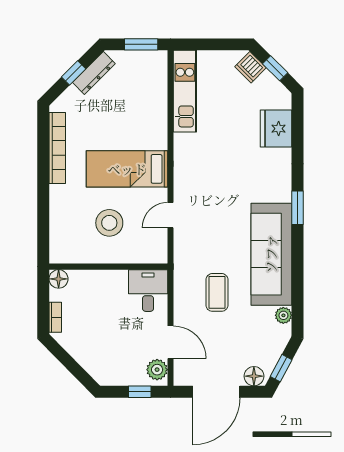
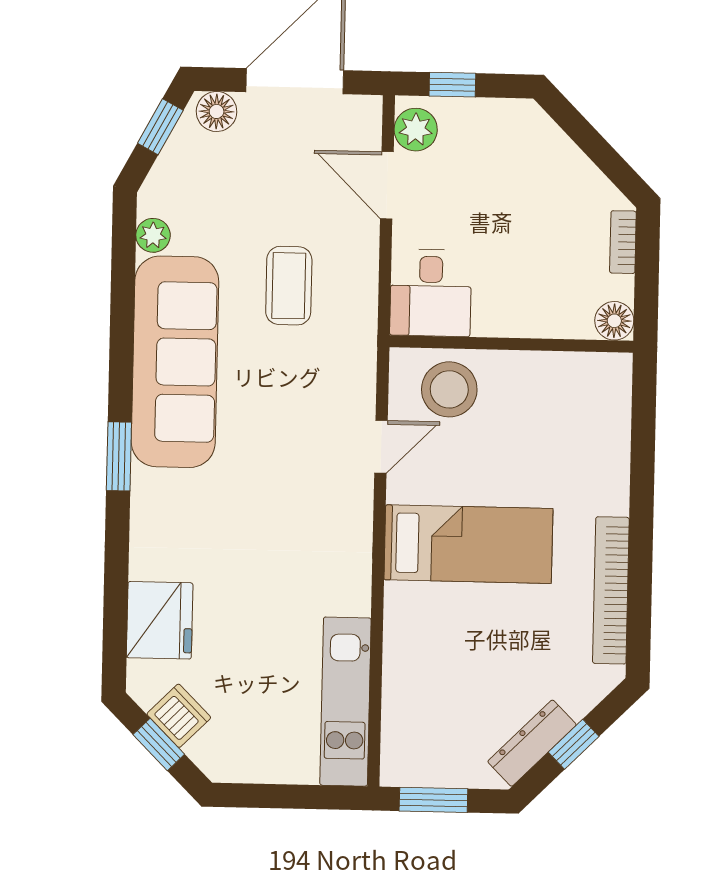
dishwasher: (250, 67) -> (179, 716), moved
stool: (109, 223) -> (449, 389), moved

